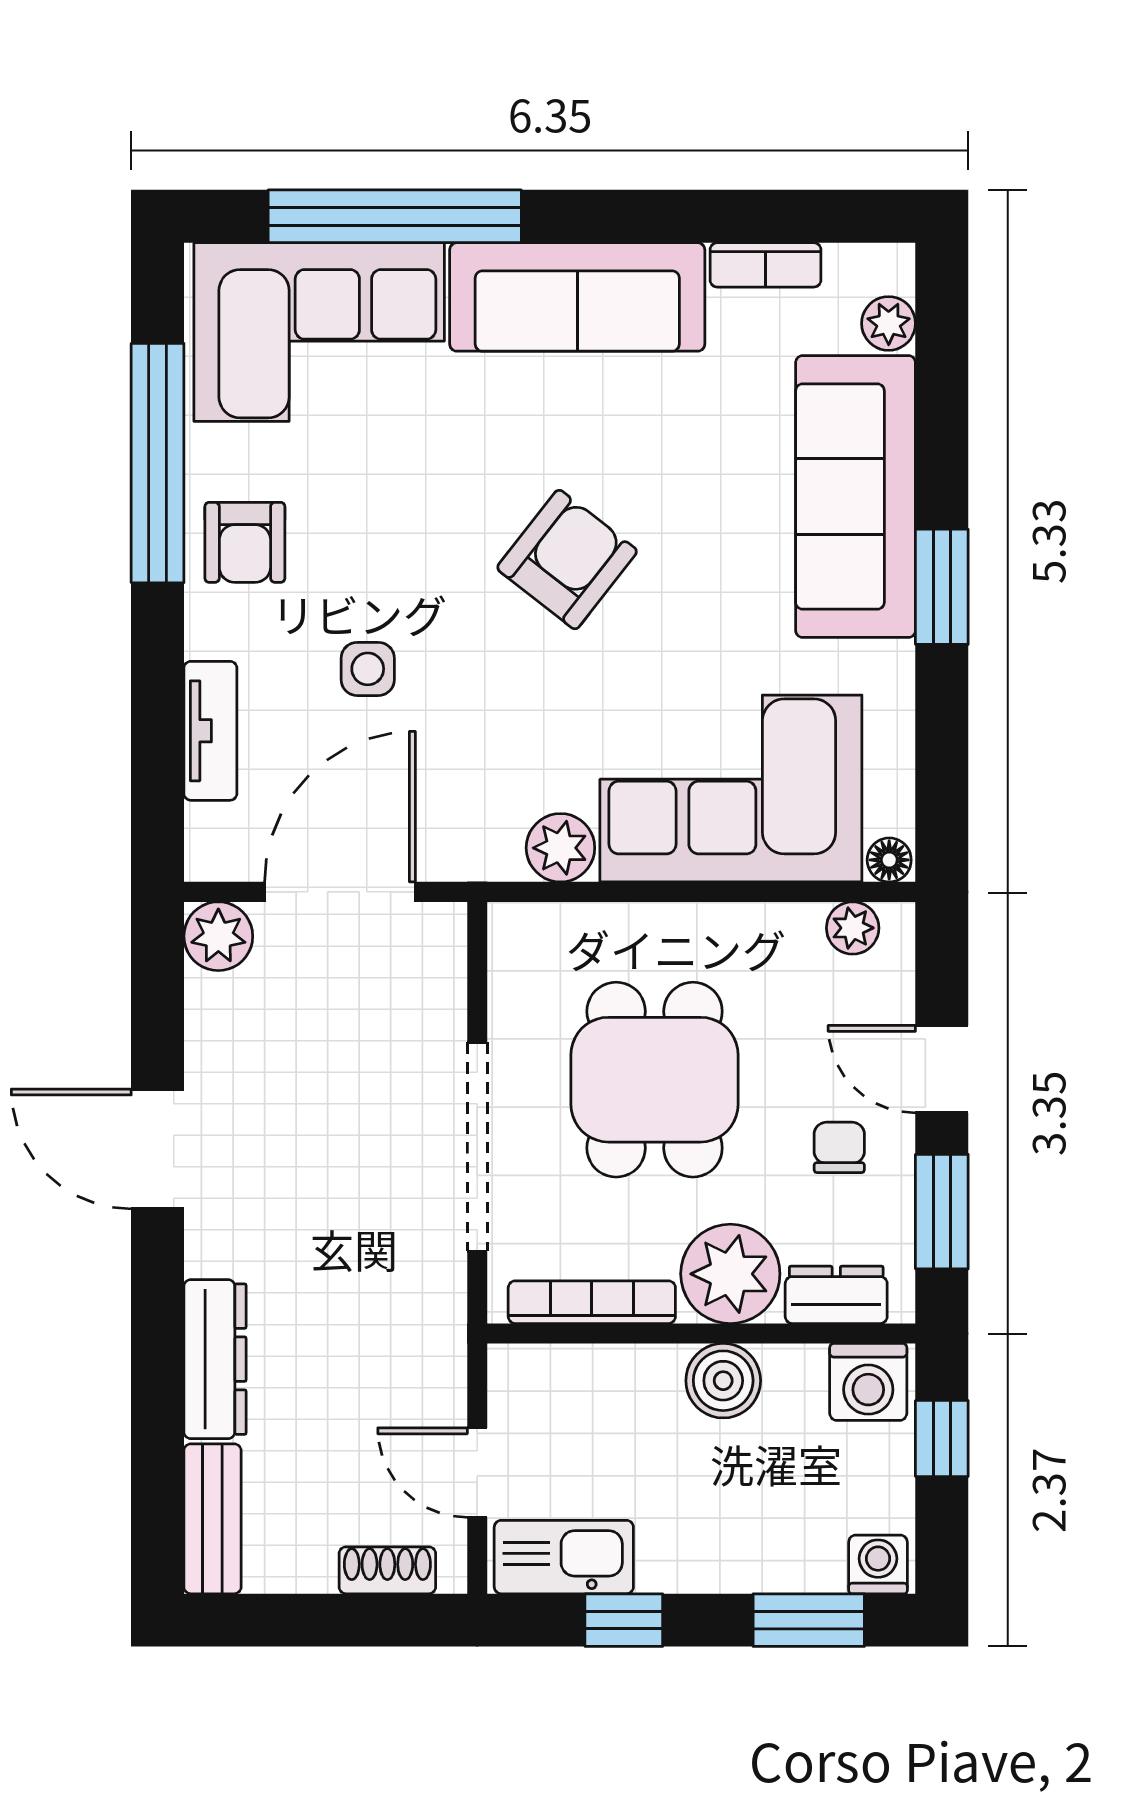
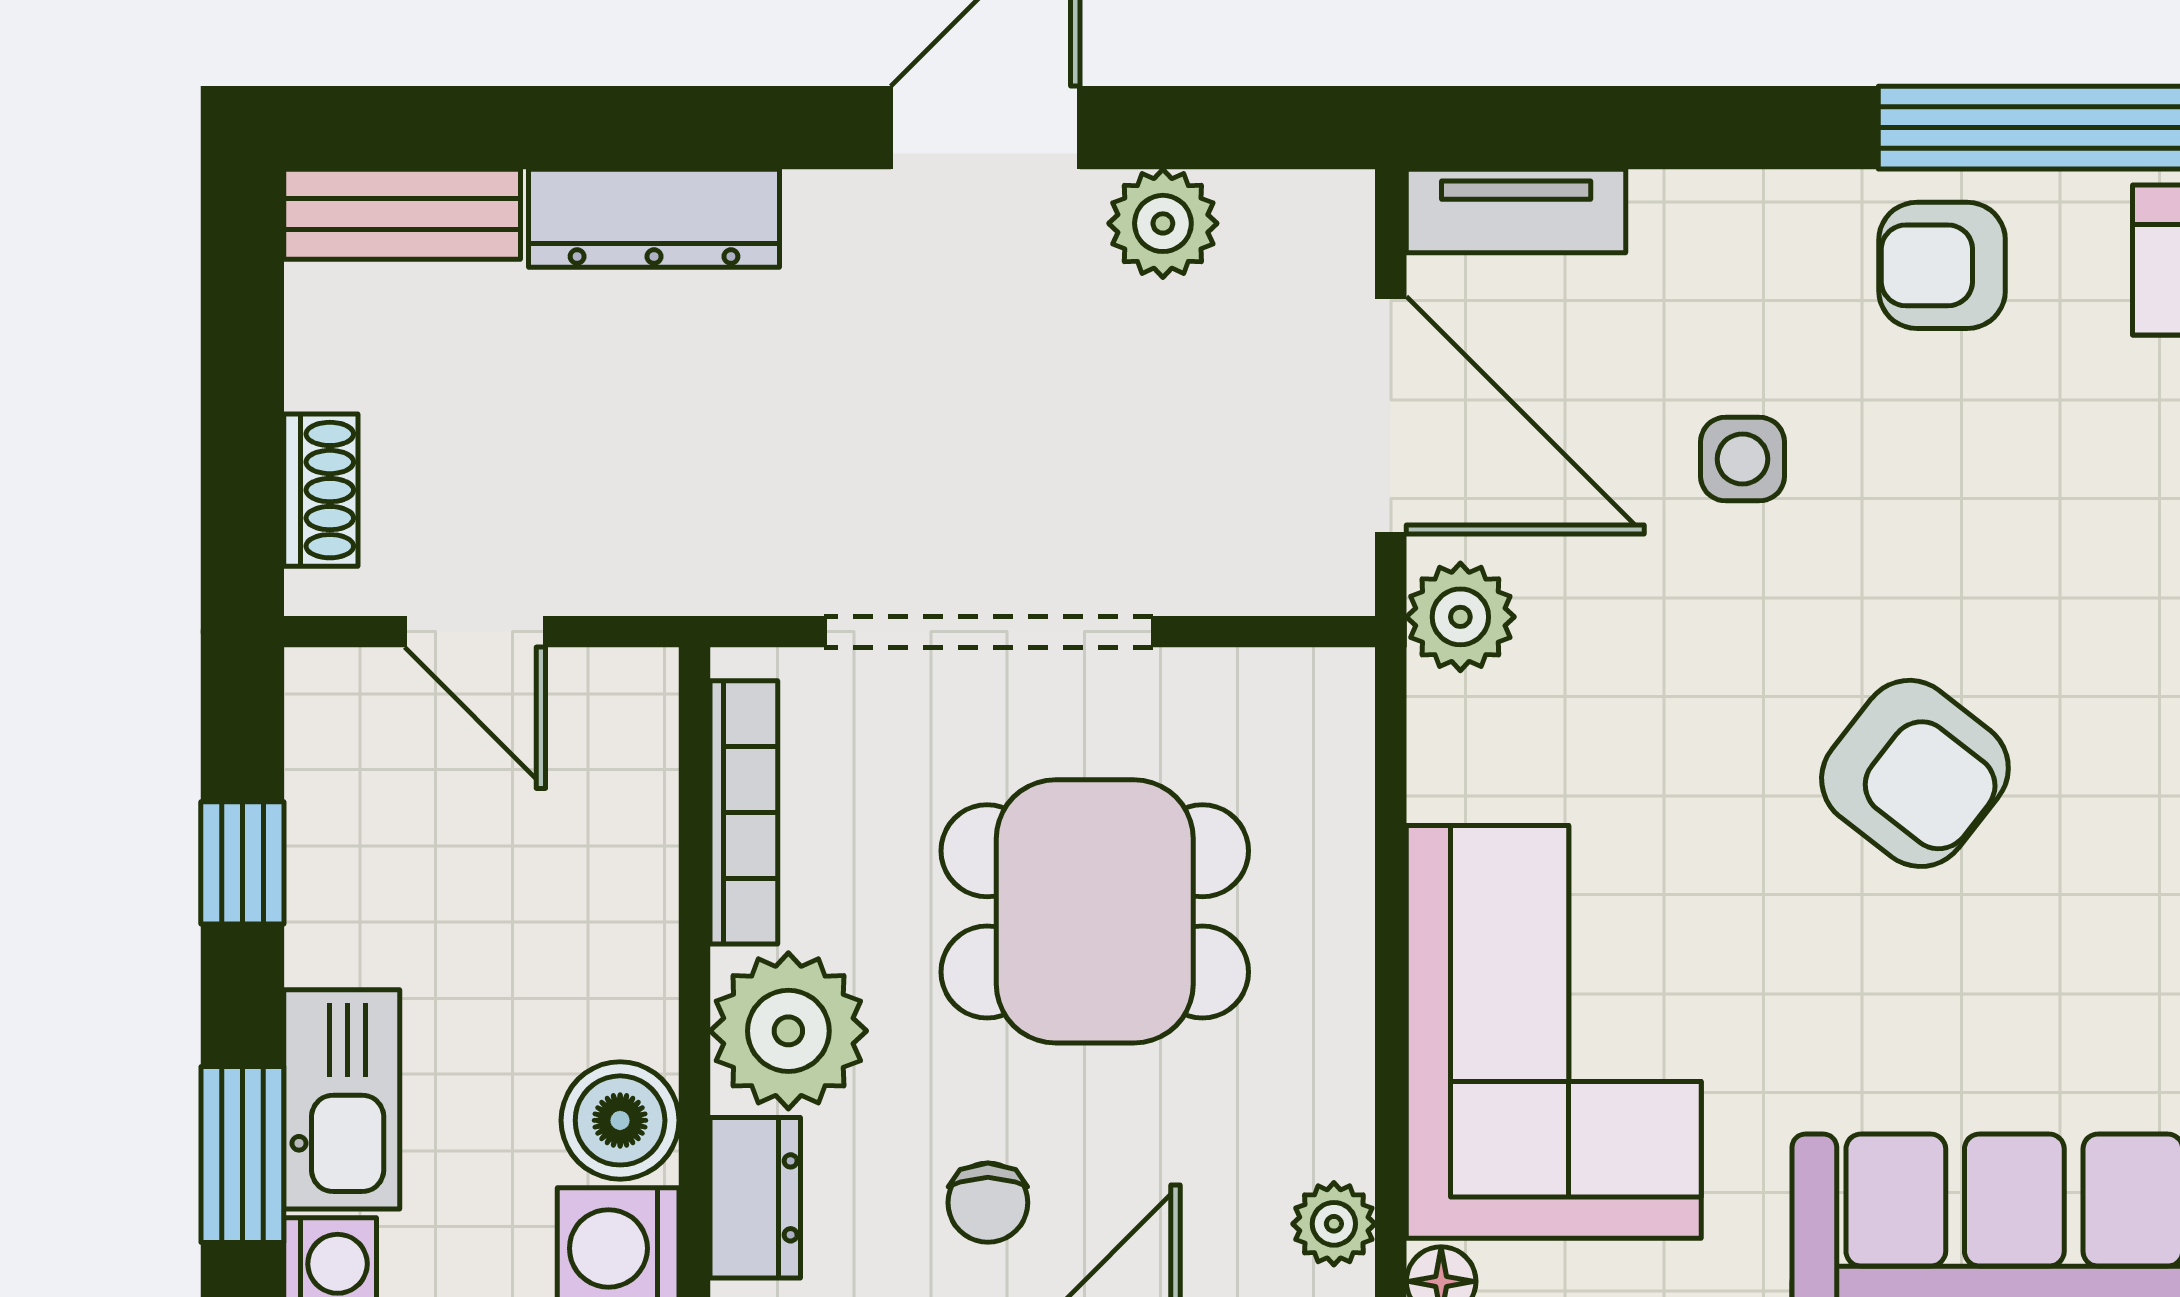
tv unit: (210, 731) -> (1516, 211), moved
plant: (560, 848) -> (1460, 617), moved
plant: (218, 936) -> (1163, 223), moved
chair: (839, 1147) -> (988, 1203), turned 90
boiler: (723, 1381) -> (620, 1120), moved
door: (477, 1473) -> (475, 632), swing flipped
kitchen sink: (564, 1557) -> (342, 1099), moved

